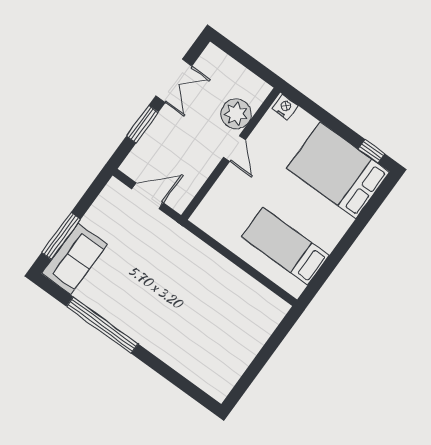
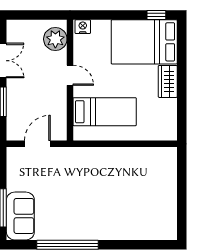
plant: (236, 114) -> (55, 39), moved
wardrobe: (333, 230) -> (168, 81), added
bed: (285, 246) -> (105, 112), moved, turned 180

